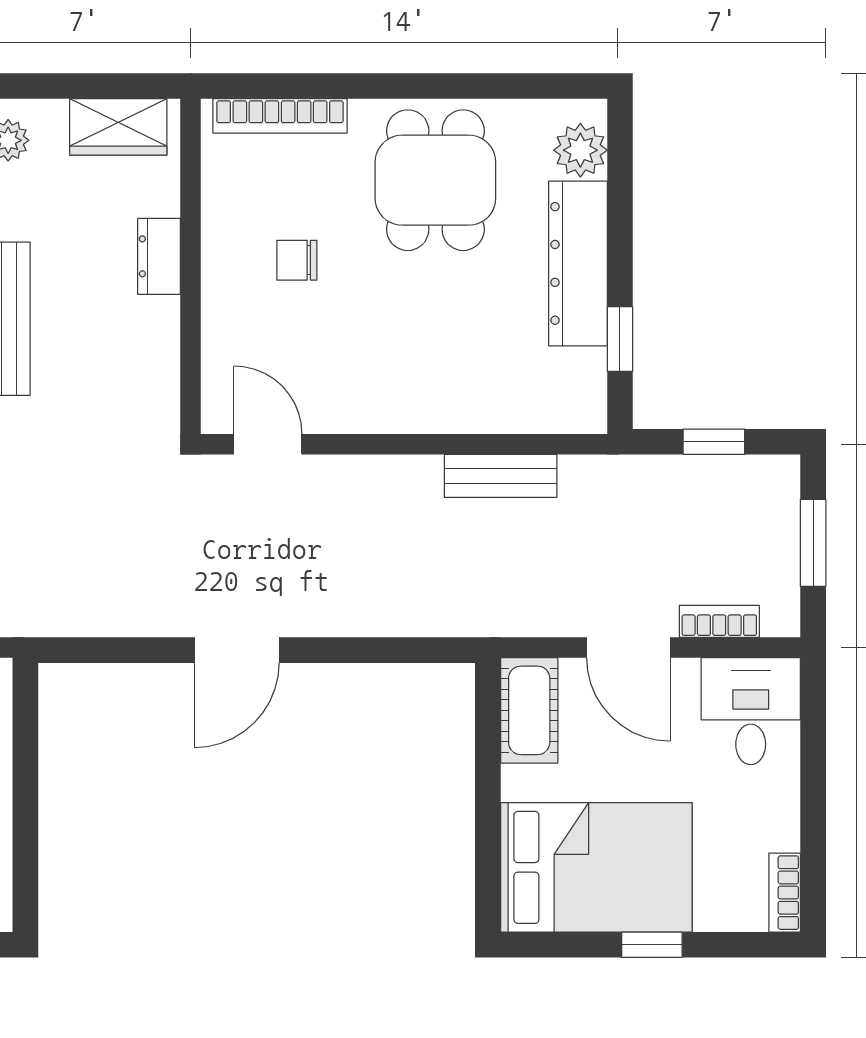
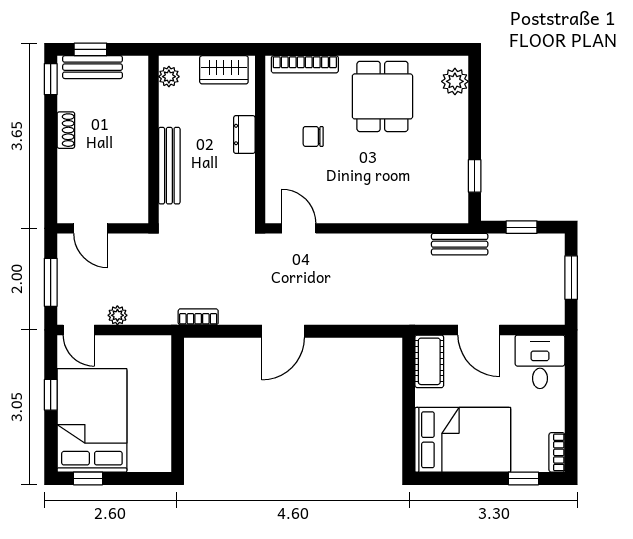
dresser: (578, 263) -> (454, 138), removed
bench: (501, 476) -> (460, 244), moved
bookcase: (719, 621) -> (198, 317), moved
window: (652, 945) -> (524, 478), moved

